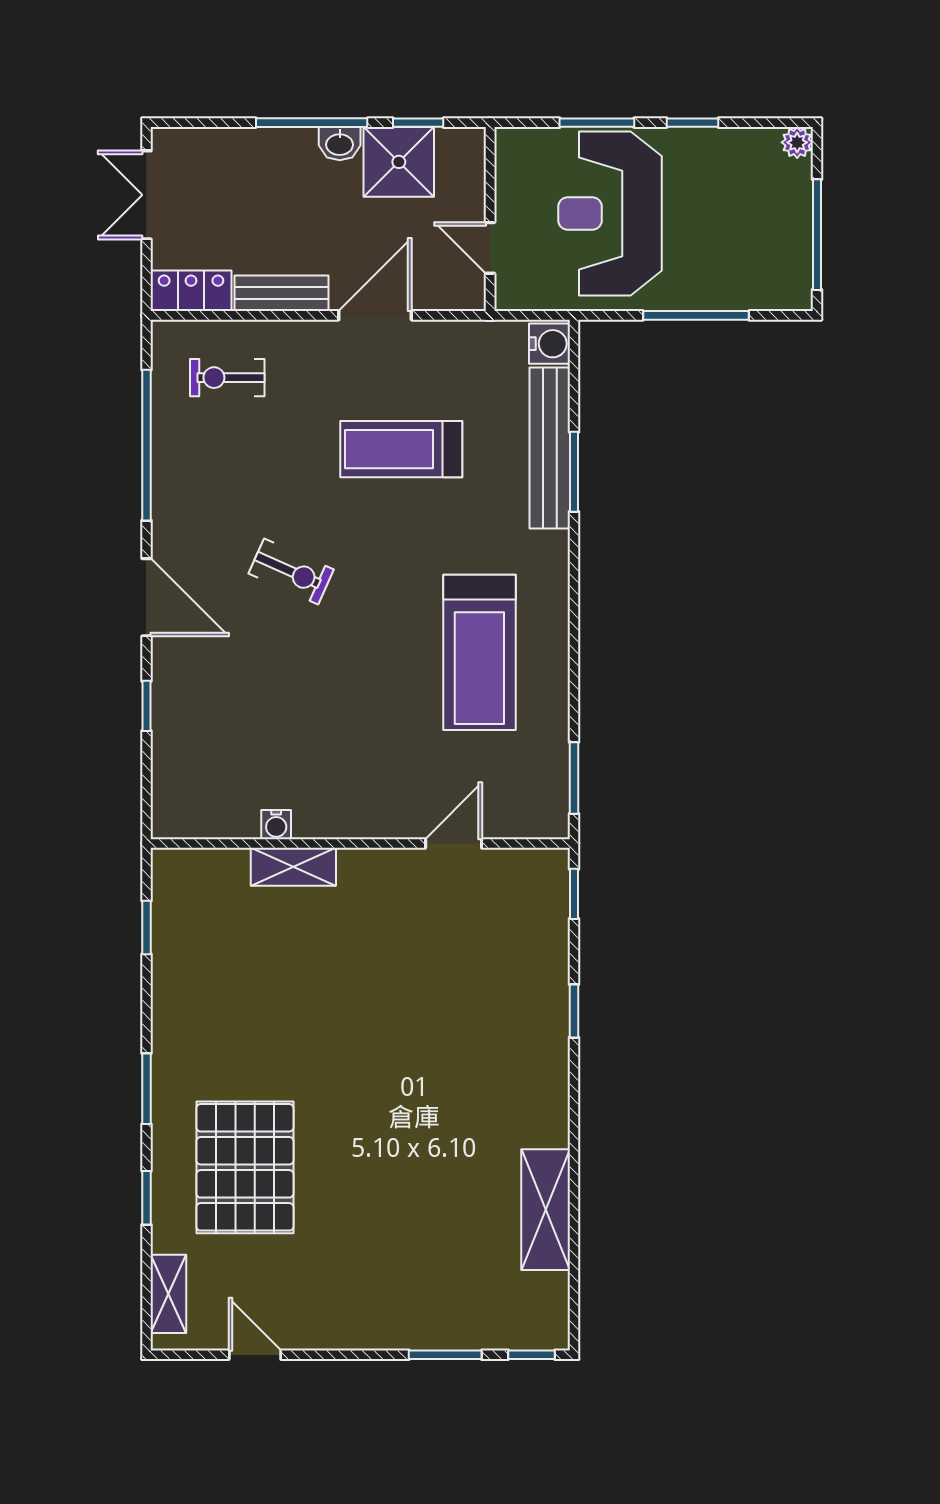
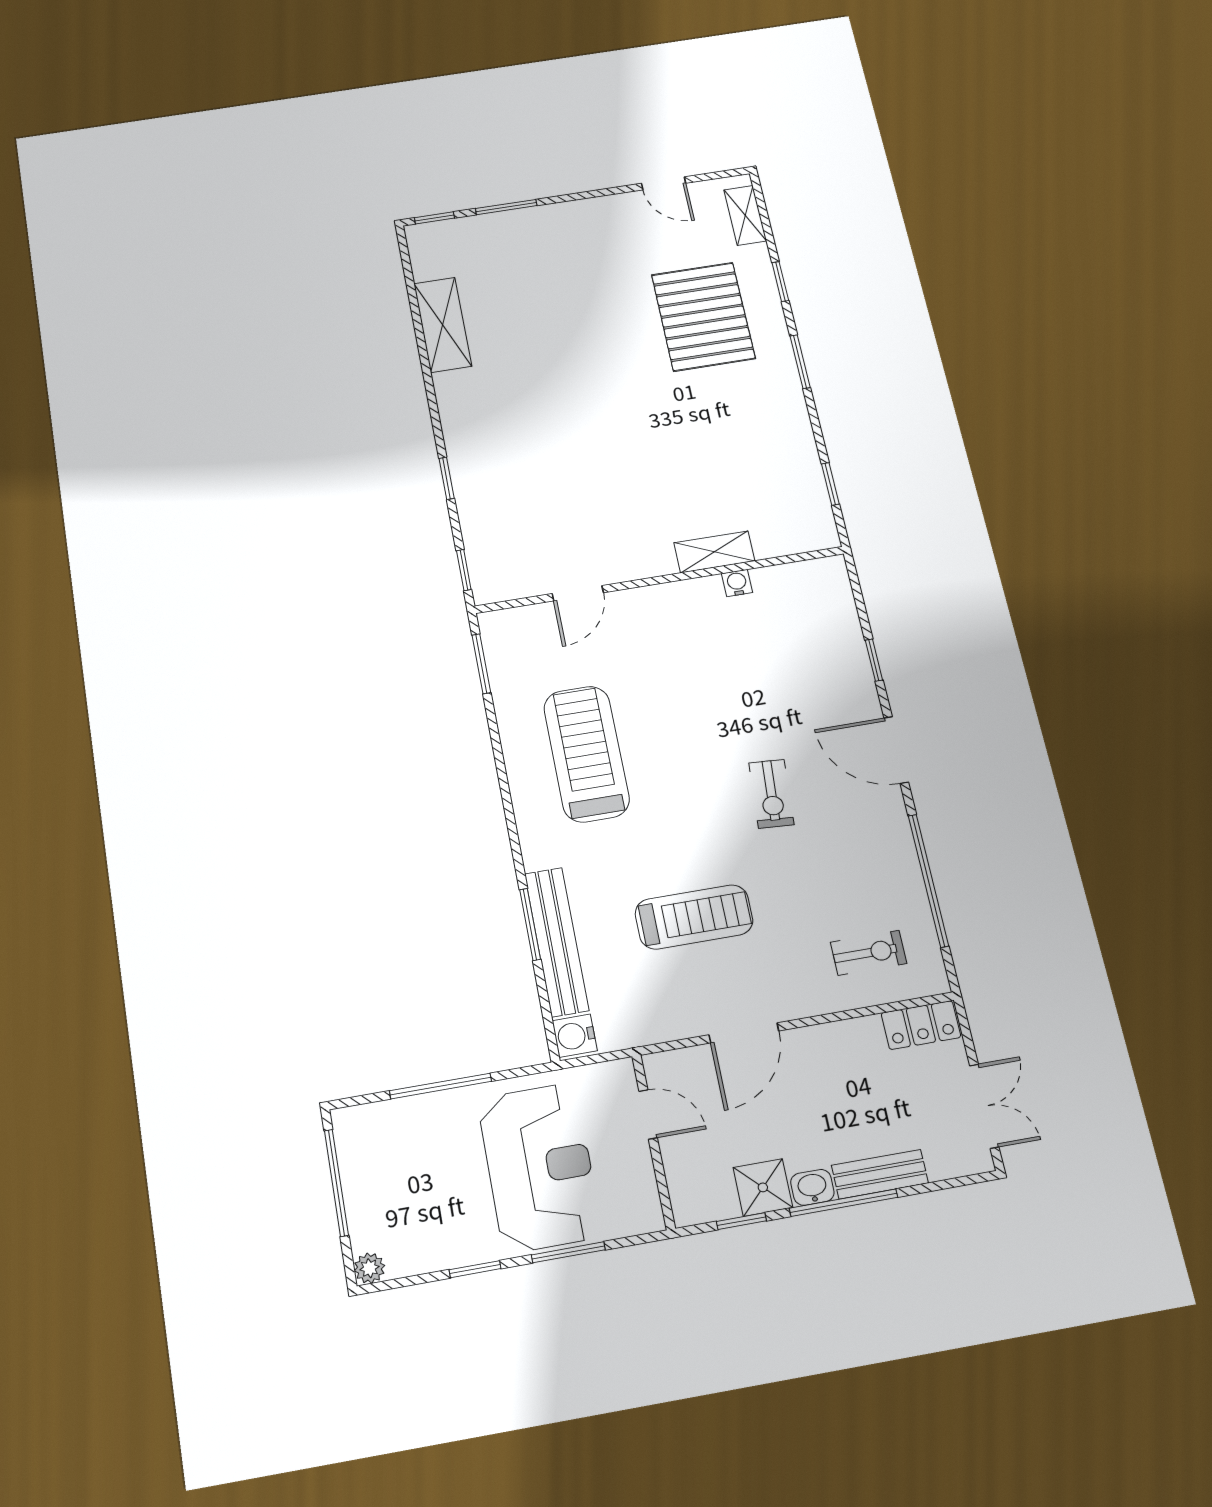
shower: (399, 162) -> (763, 1187), width x0.73, depth x0.73
bench: (282, 293) -> (880, 1174), moved
exercise bike: (291, 571) -> (771, 794), turned -110

